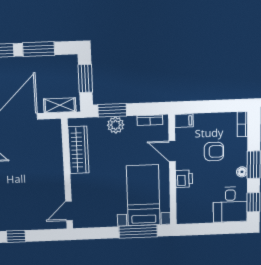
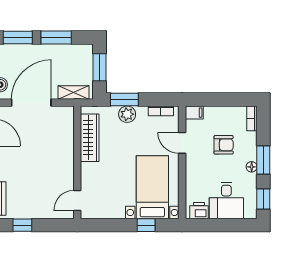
printer: (184, 179) -> (199, 211), moved, turned -90
desk: (230, 205) -> (226, 200), moved
window: (138, 231) -> (146, 225), width x0.46

